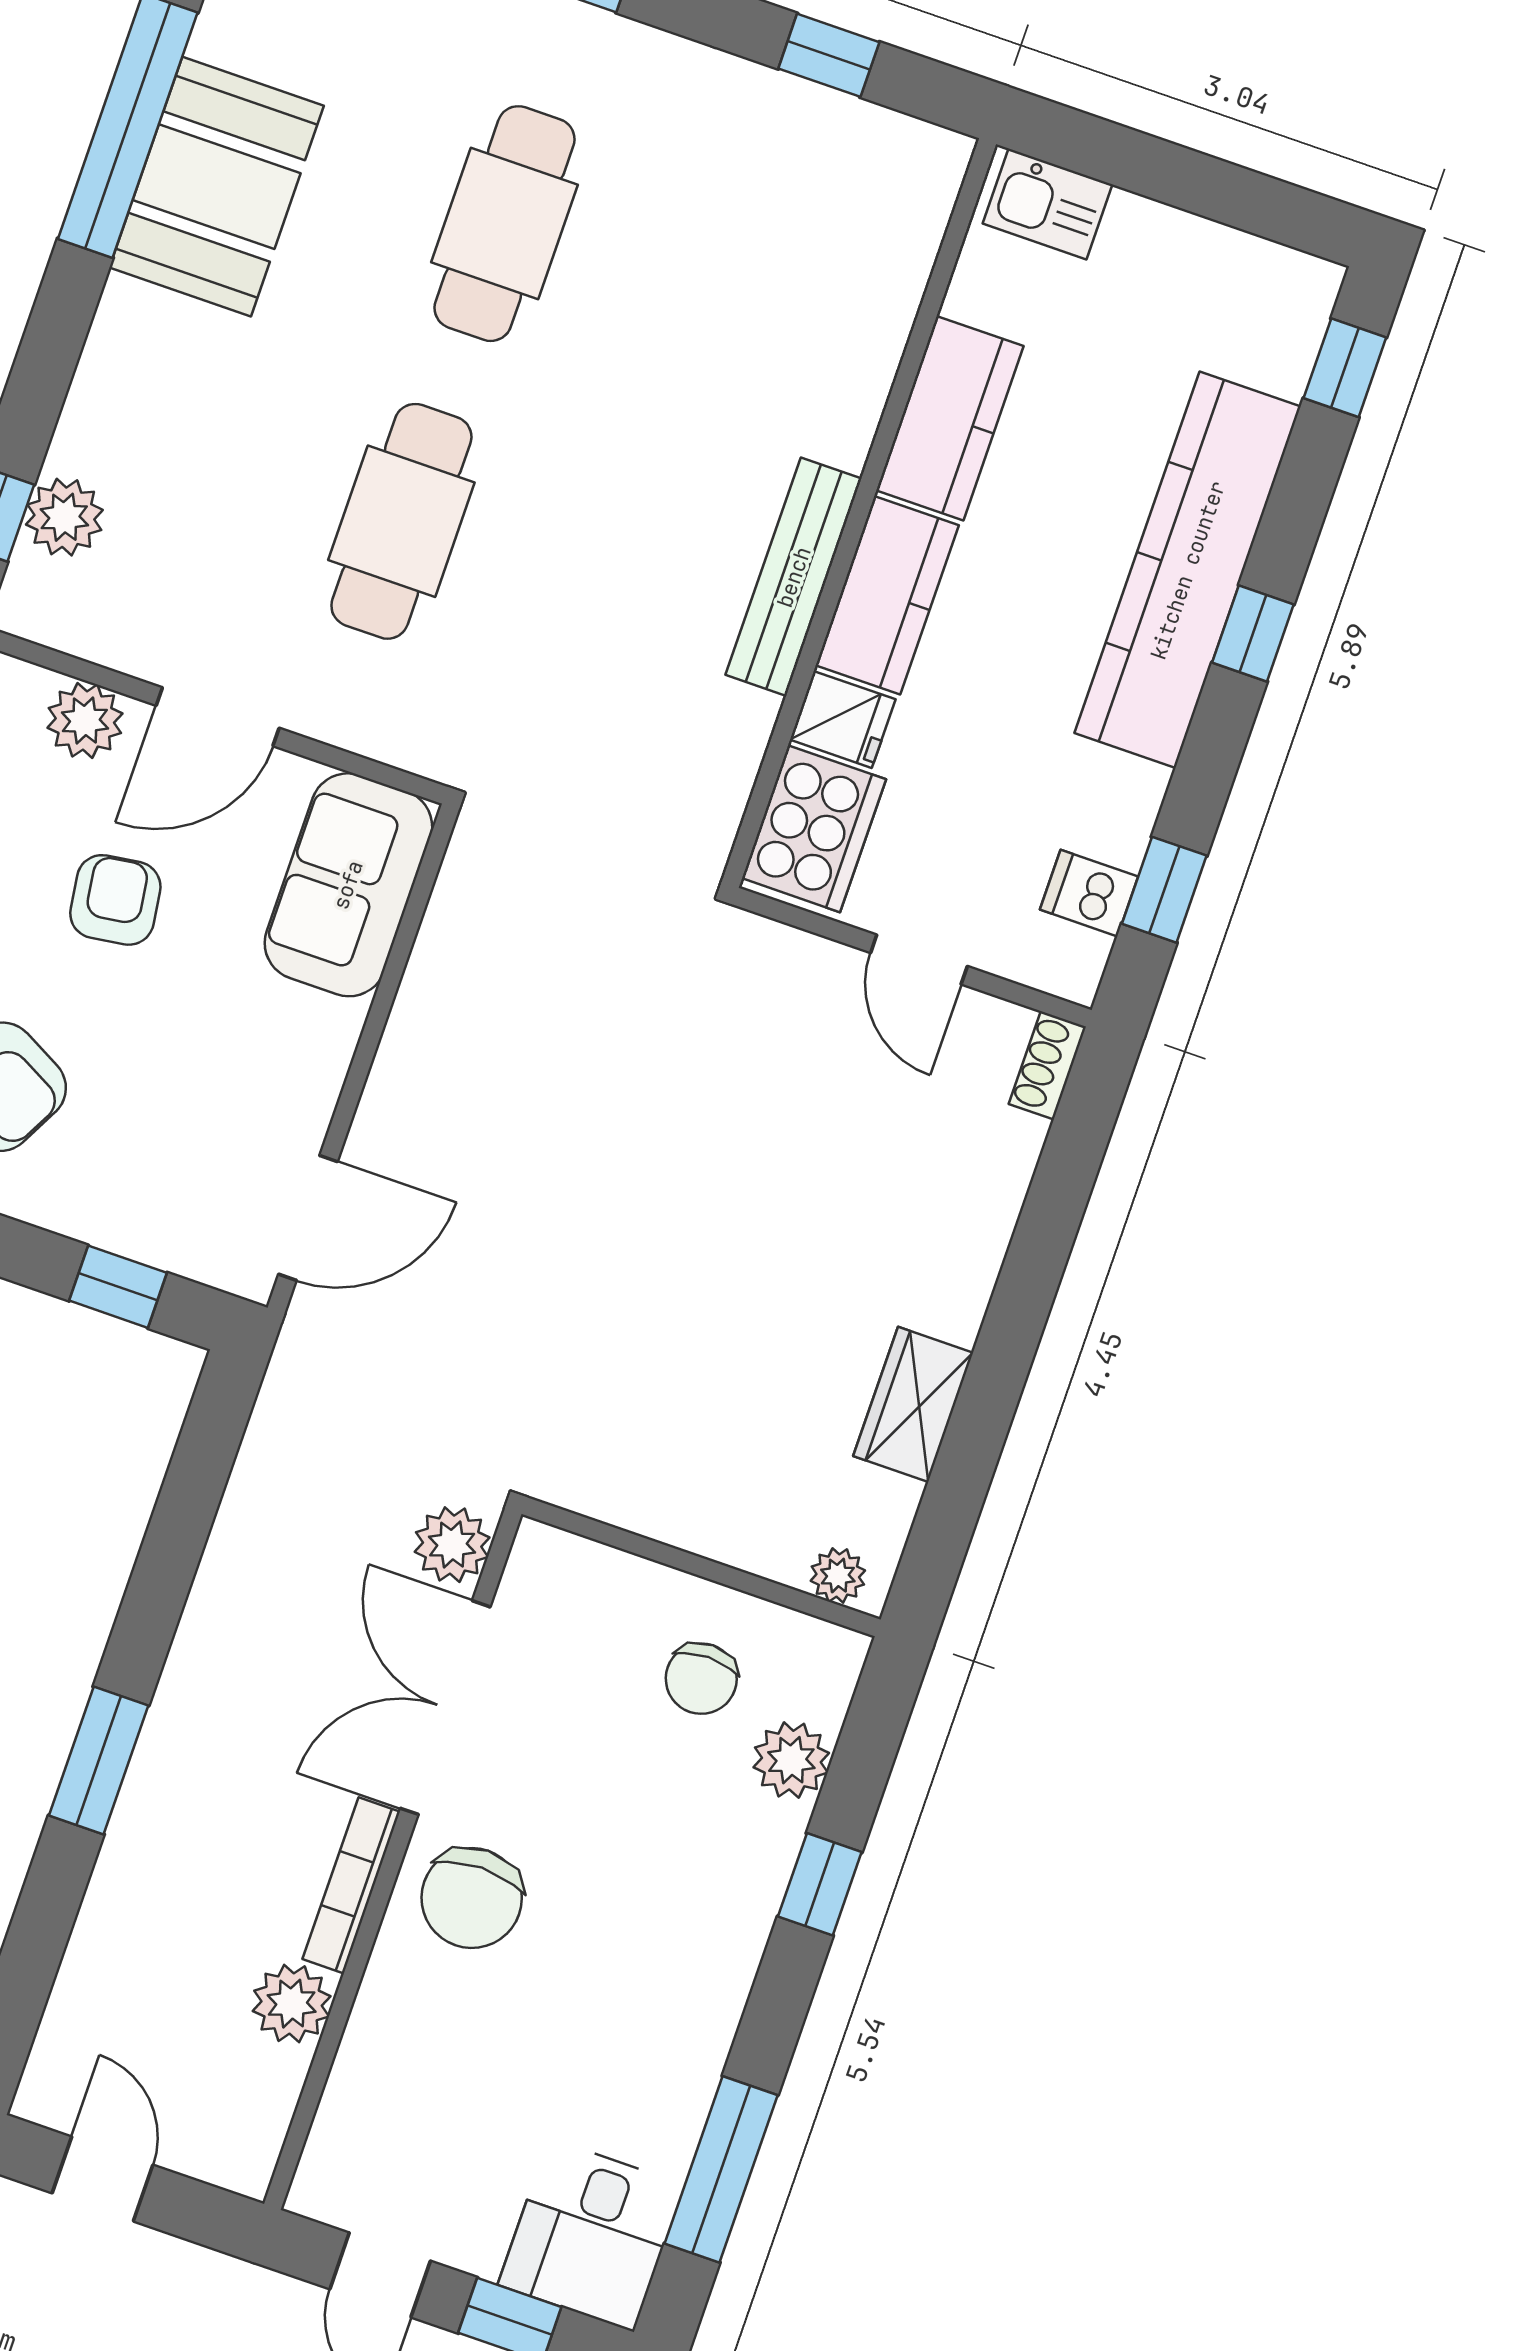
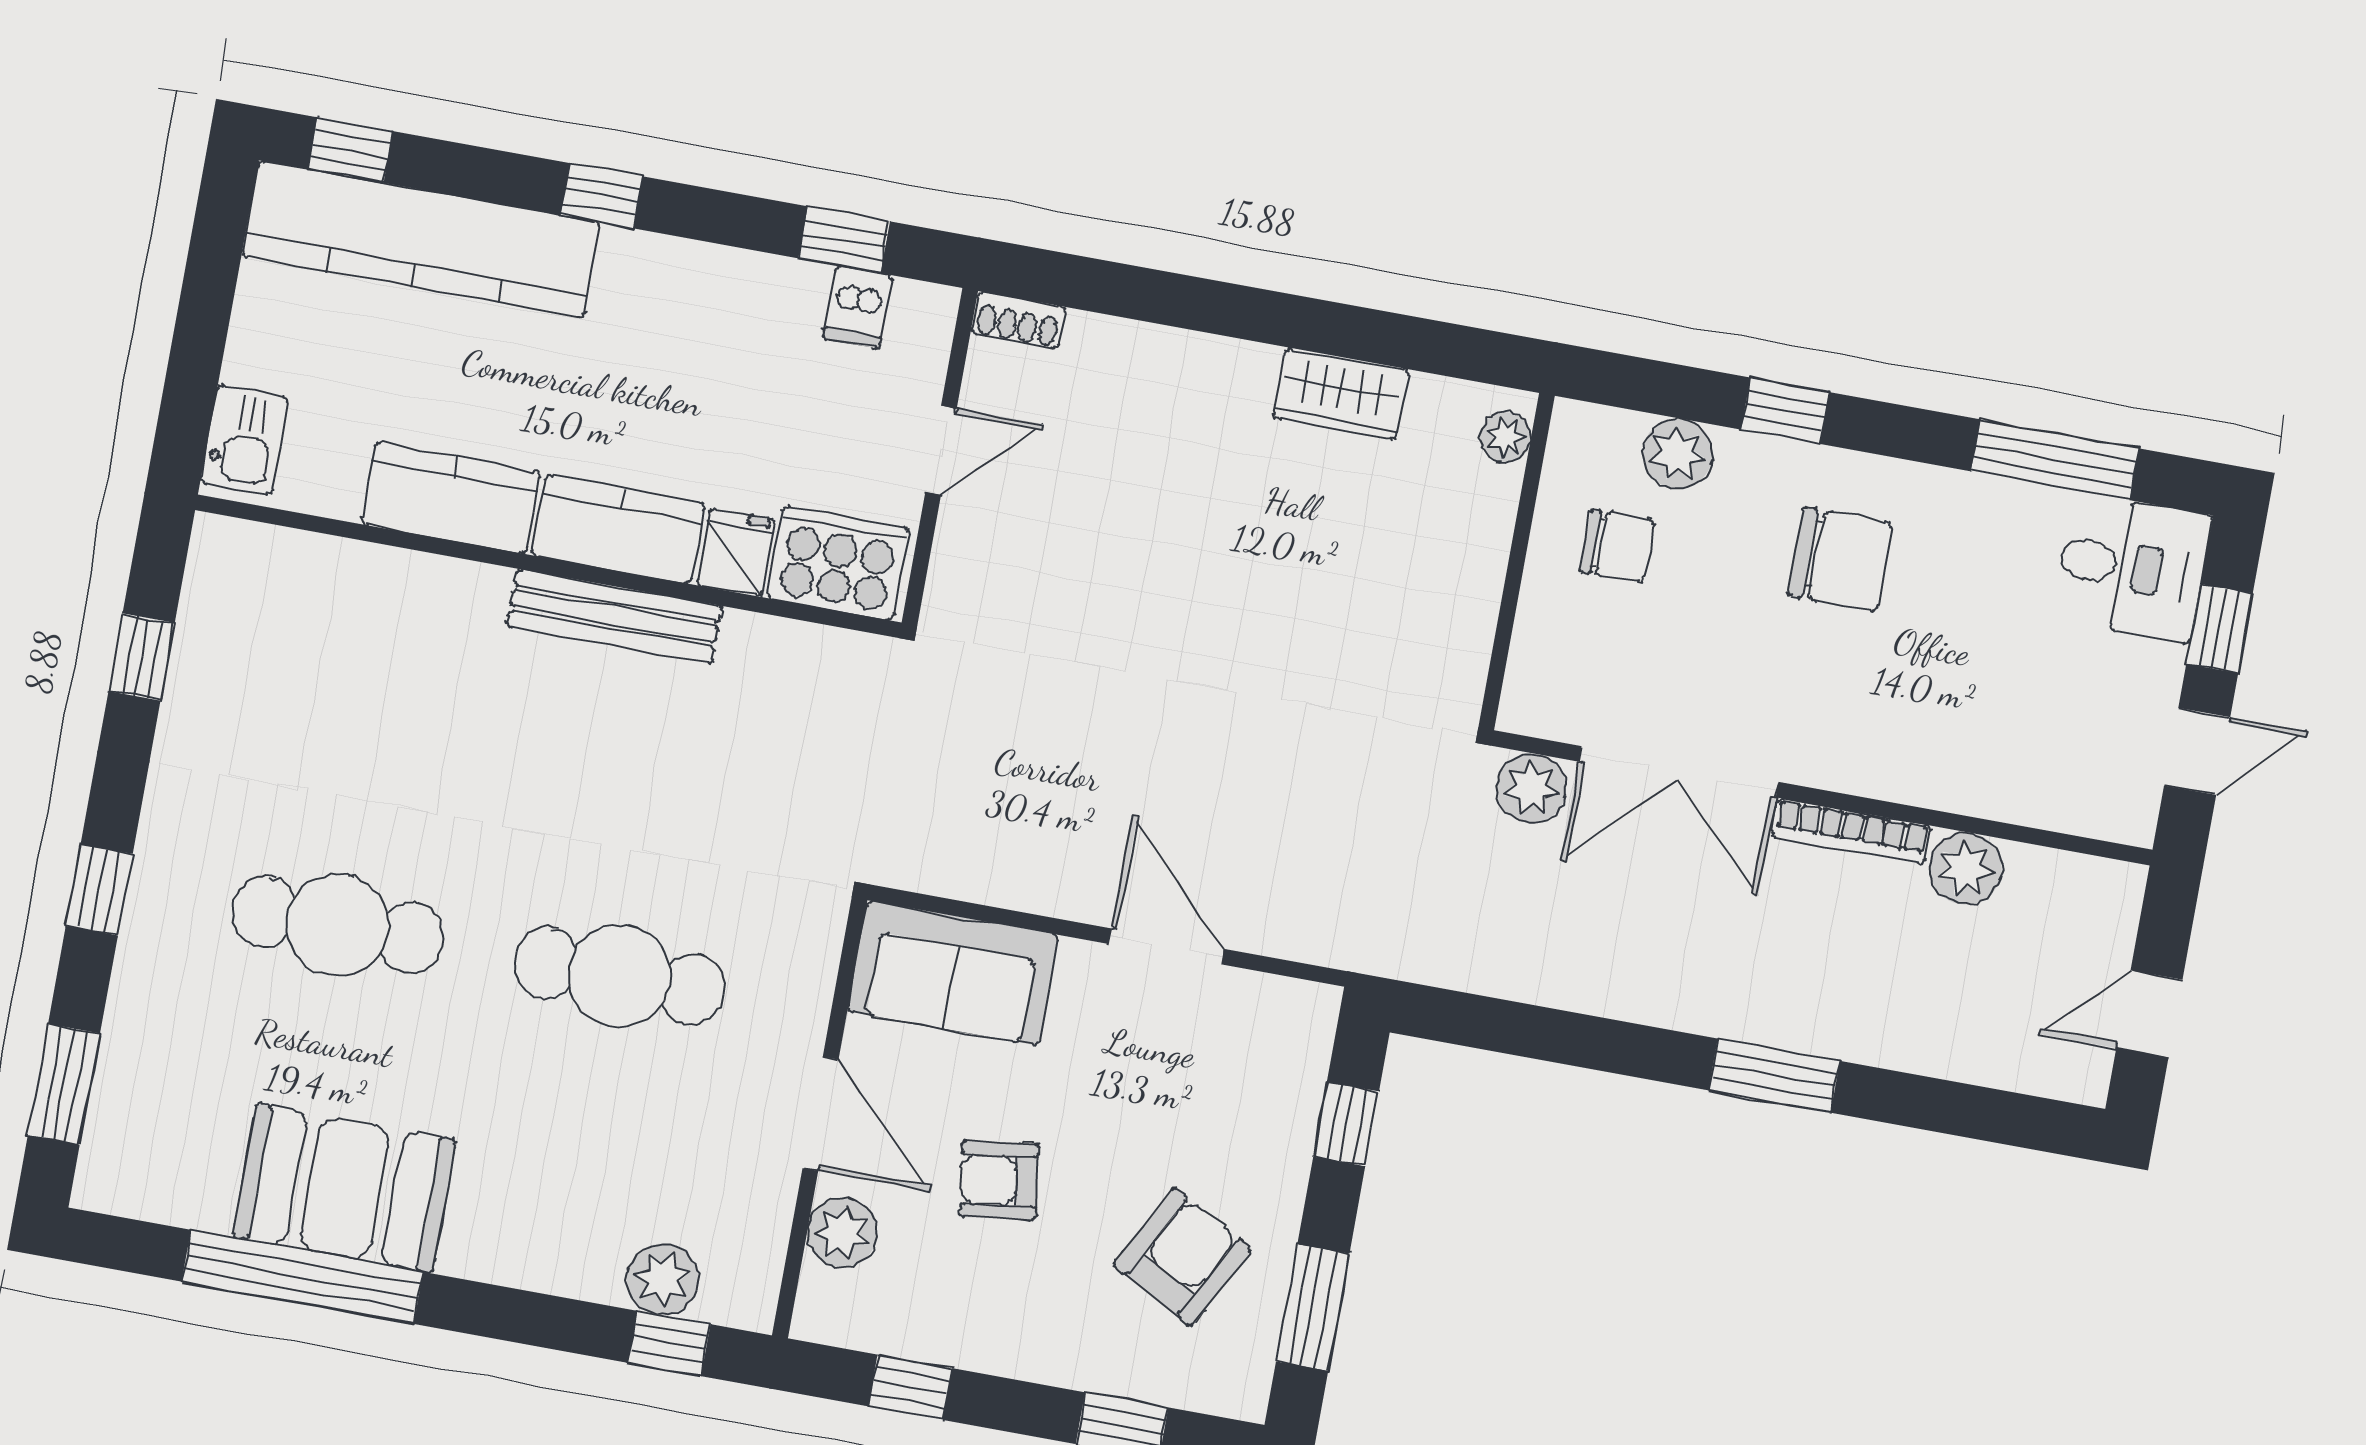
kitchen counter: (1188, 570) -> (421, 239), moved
door: (308, 1218) -> (1166, 946), moved
chair: (472, 1898) -> (1840, 559), moved

